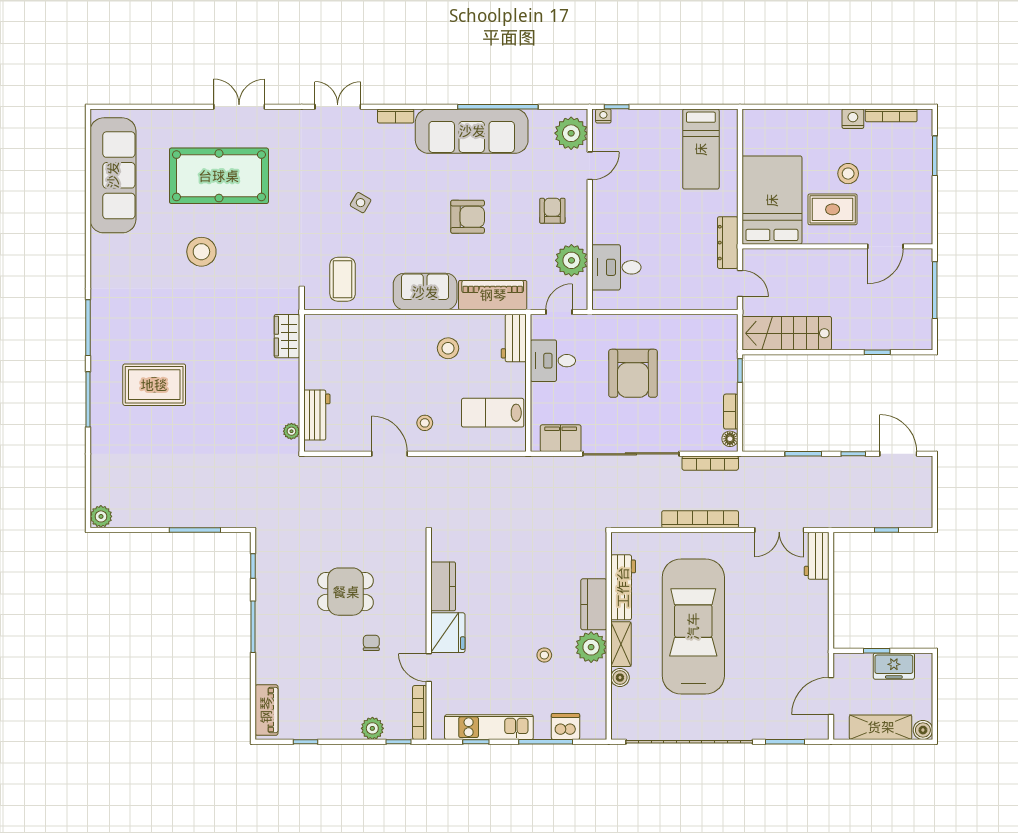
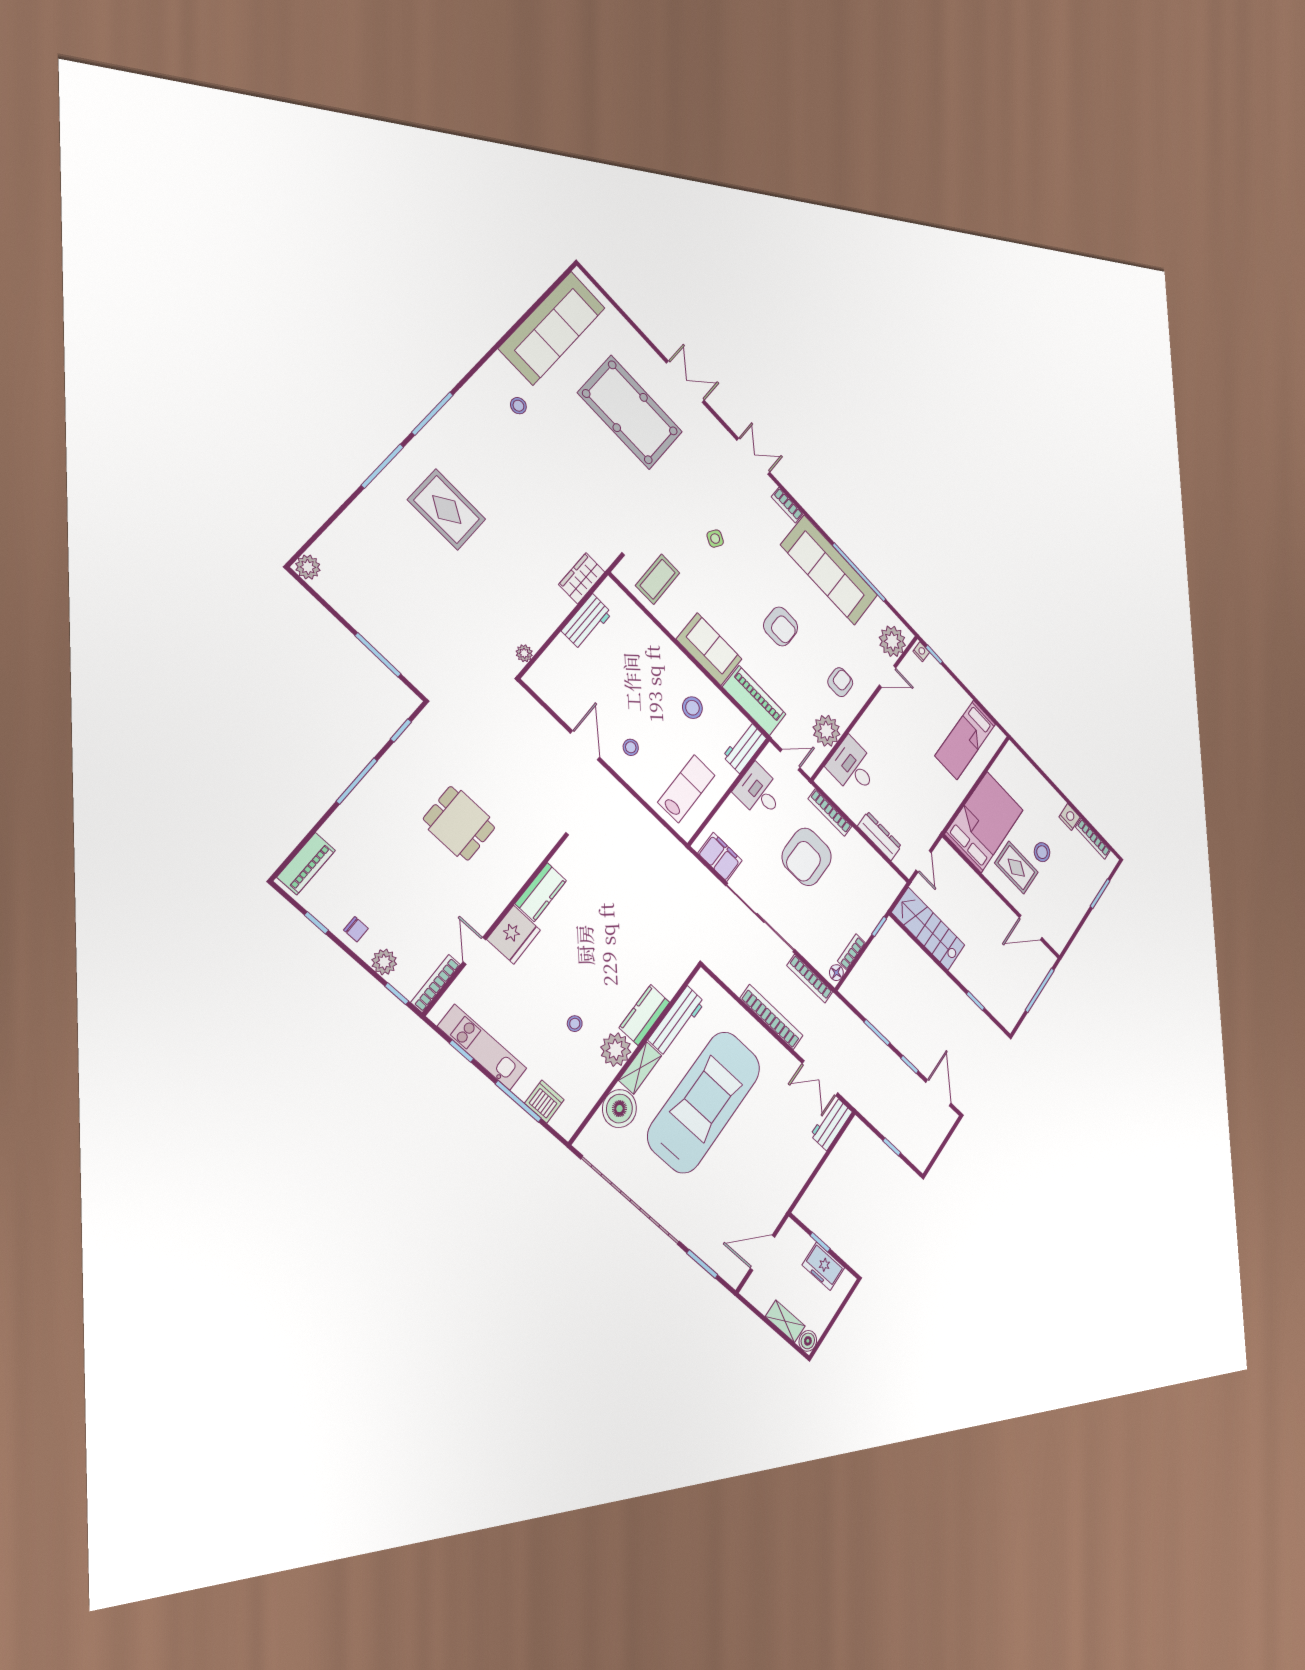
dresser: (728, 243) -> (879, 836), moved, turned 90
stool: (201, 252) -> (518, 406), moved, width x0.53, depth x0.53
bookcase: (626, 321) -> (830, 813), added
lab bench: (493, 413) -> (686, 789), turned 90
workbench: (317, 415) -> (587, 622), moved
chair: (371, 643) -> (356, 929), moved, turned 90
boiler: (620, 678) -> (619, 1109), width x1.86, depth x1.86
shelving: (881, 727) -> (785, 1321), width x0.67, depth x0.75

